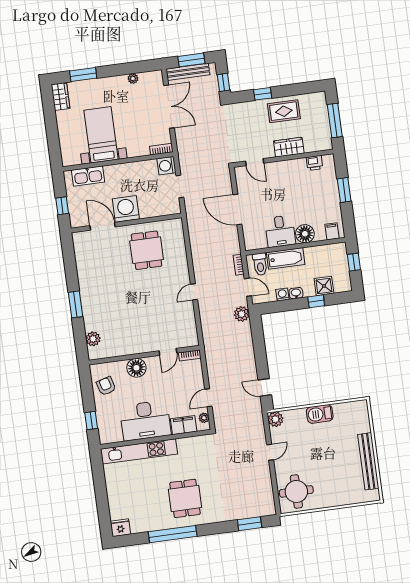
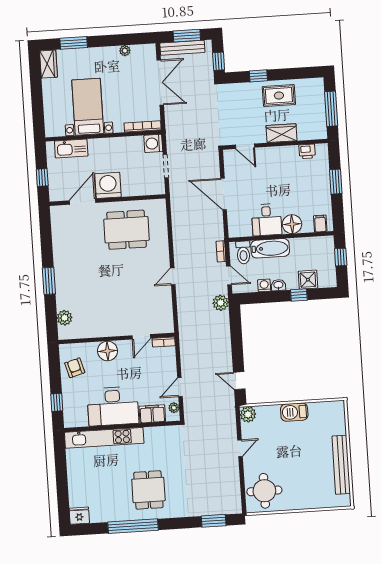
bookcase: (161, 149) -> (143, 126), width x1.56
door: (103, 226) -> (83, 202), hinge flipped
dining table: (147, 250) -> (127, 230), width x1.38

